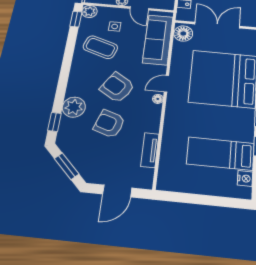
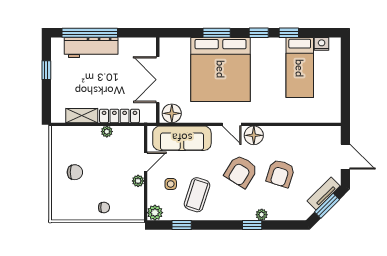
window: (76, 19) -> (182, 225), moved
floor lamp: (158, 99) -> (254, 135), width x1.89, depth x1.89
plant: (74, 107) -> (262, 215), width x0.53, depth x0.53
window: (54, 122) -> (252, 225), moved
tv unit: (150, 150) -> (324, 193), moved, turned 135

